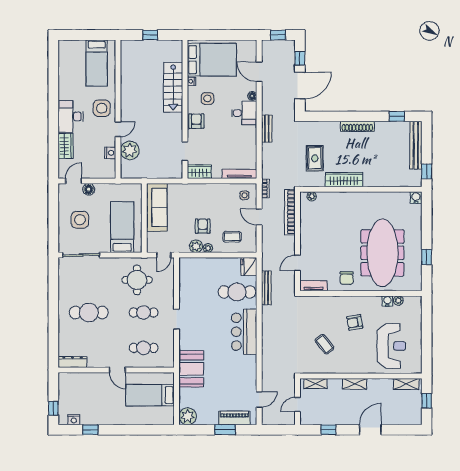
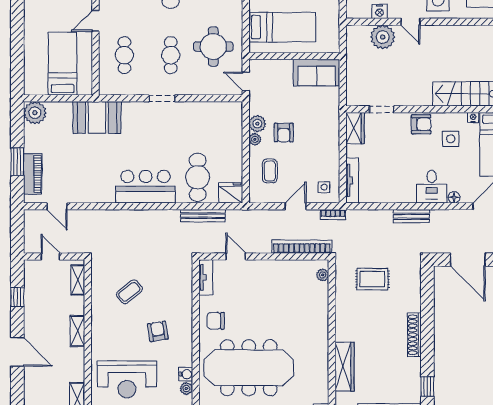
wardrobe: (344, 180) -> (345, 367), moved
sofa: (157, 207) -> (317, 73), width x0.73
armchair: (203, 226) -> (284, 133), turned 90

